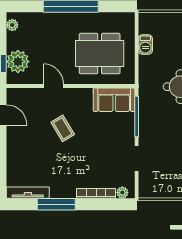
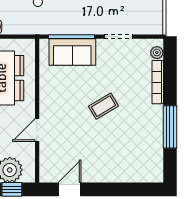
sofa: (114, 100) -> (72, 52), moved, turned 90
coffee table: (63, 128) -> (104, 106), moved
tv unit: (28, 193) -> (157, 159), removed

